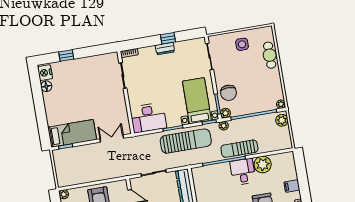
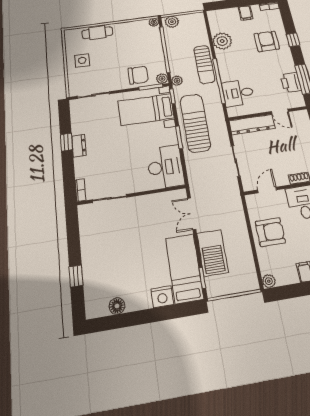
nightstand: (45, 73) -> (162, 297), moved
barbecue: (83, 154) -> (212, 253), added
desk: (243, 172) -> (238, 93), moved

